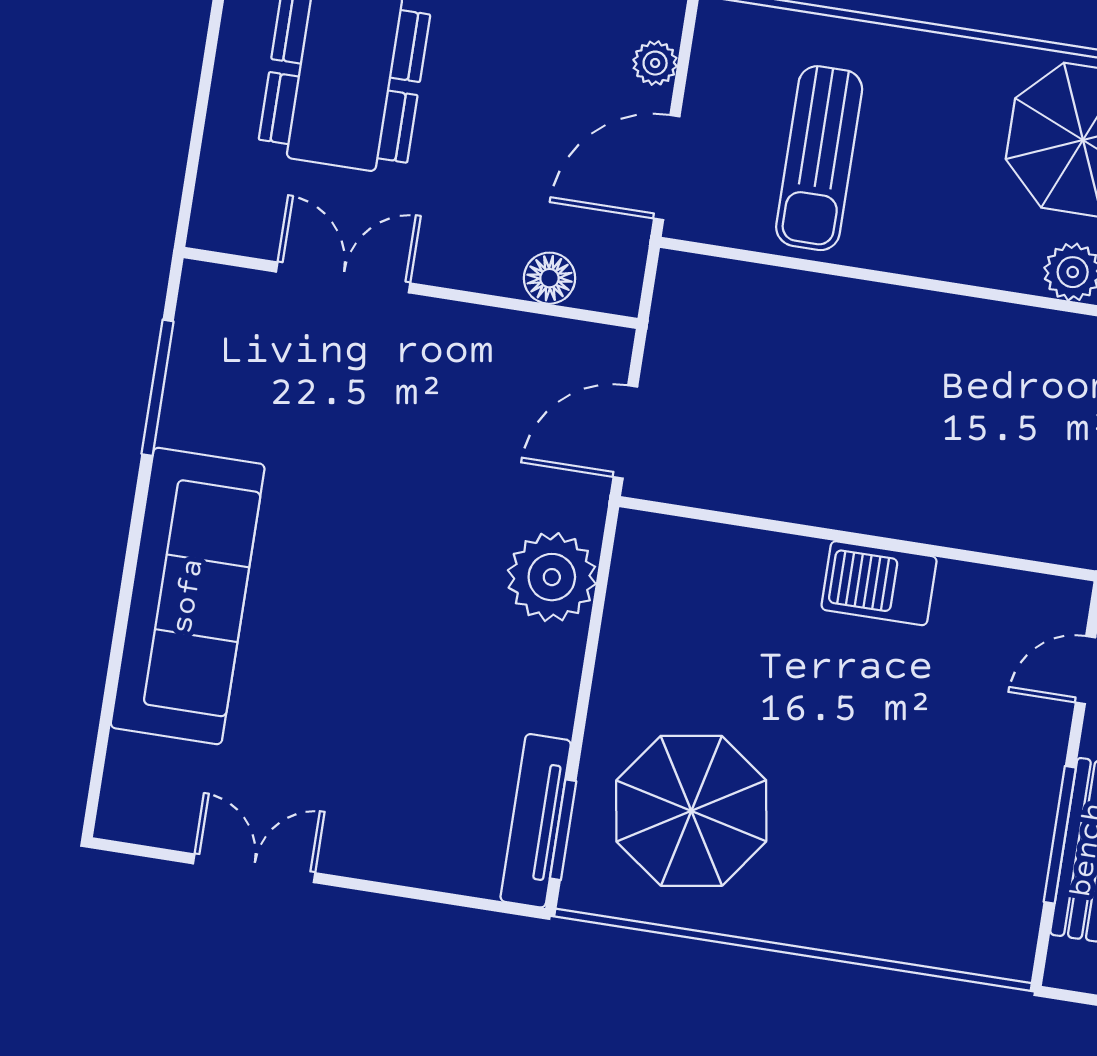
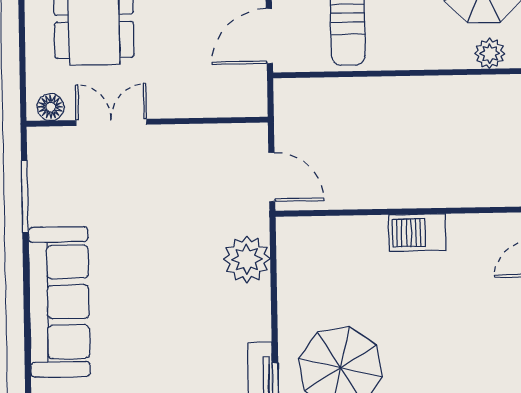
floor lamp: (549, 278) -> (51, 107), moved
door: (625, 432) -> (272, 177), swing flipped

